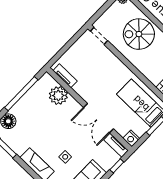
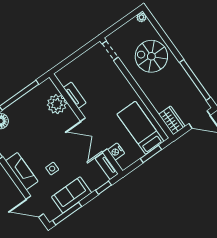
tv unit: (65, 76) -> (75, 95), moved
nightstand: (131, 138) -> (116, 152), moved

